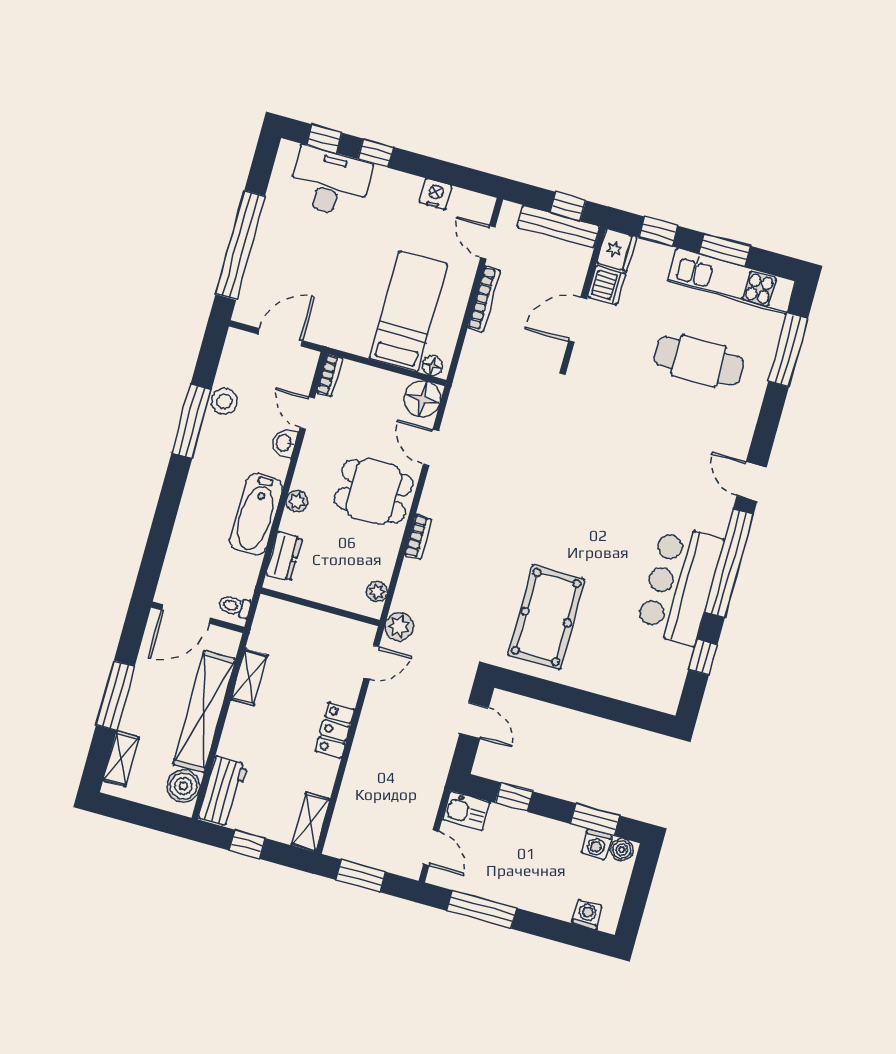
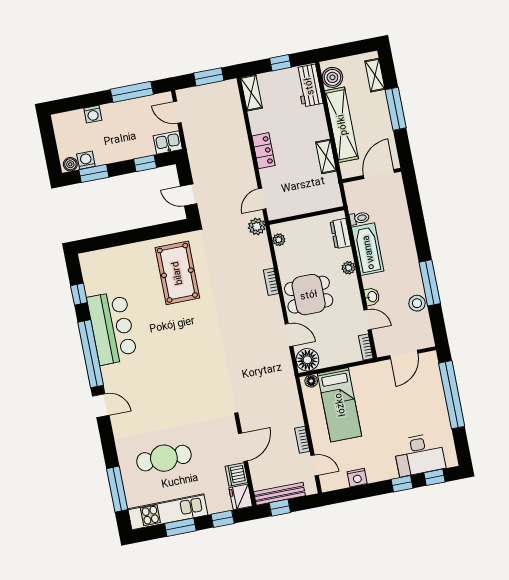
bookcase: (484, 299) -> (302, 440), width x0.64
toilet: (234, 606) -> (359, 218), moved
washing machine: (587, 915) -> (93, 114), moved

